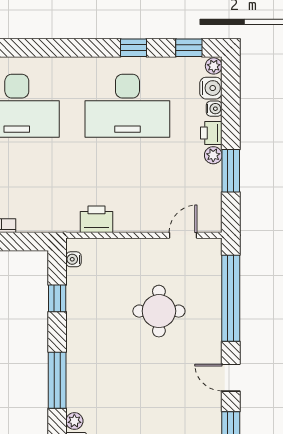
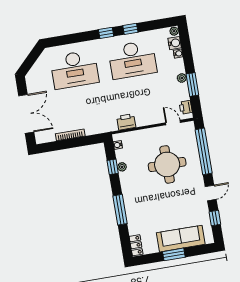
window: (189, 48) -> (106, 33), moved
printer: (211, 133) -> (186, 107), moved
door: (183, 235) -> (173, 123), hinge flipped
round table: (159, 311) -> (167, 164), width x1.36, depth x1.36
door: (231, 378) -> (211, 193), swing flipped
plant: (74, 421) -> (122, 167), moved

